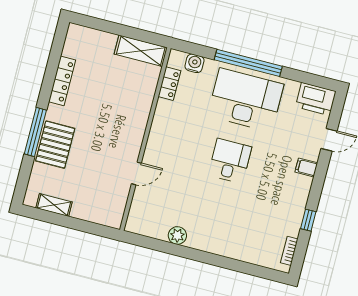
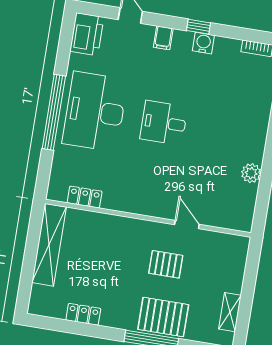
shelving: (141, 51) -> (49, 245), width x1.47
water cooler: (194, 63) -> (203, 43), moved, turned 90
locker: (62, 81) -> (83, 314), width x0.66
pallet: (102, 151) -> (166, 264), added
window: (308, 220) -> (198, 27), moved

